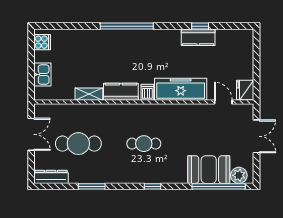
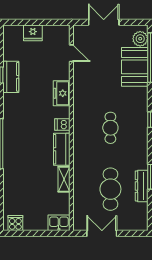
kitchen sink: (42, 74) -> (59, 223), moved
freezer: (181, 89) -> (62, 93), width x0.52, depth x0.79
fridge: (245, 90) -> (33, 33), moved
door: (223, 102) -> (71, 53), swing flipped
dresser: (51, 177) -> (142, 186), moved

